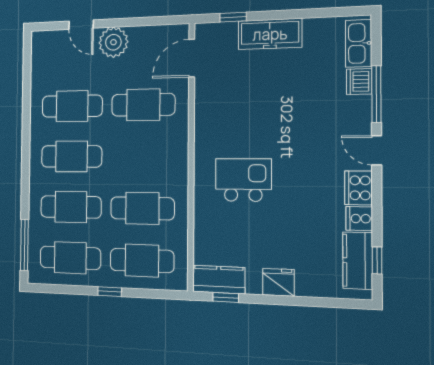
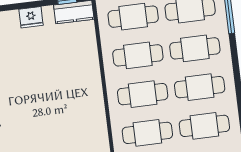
cafe table: (143, 156) -> (143, 94), added
kitchen island: (243, 180) -> (65, 86), removed

